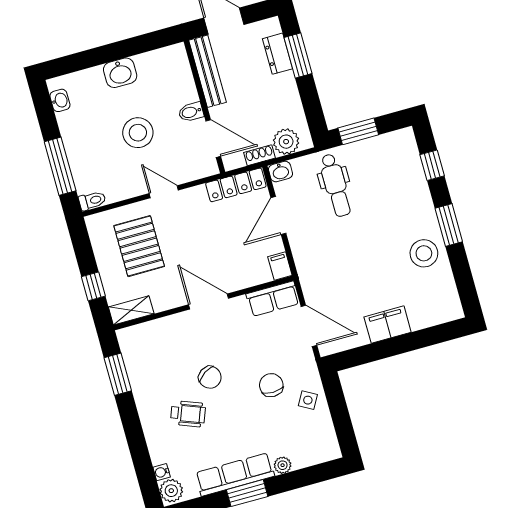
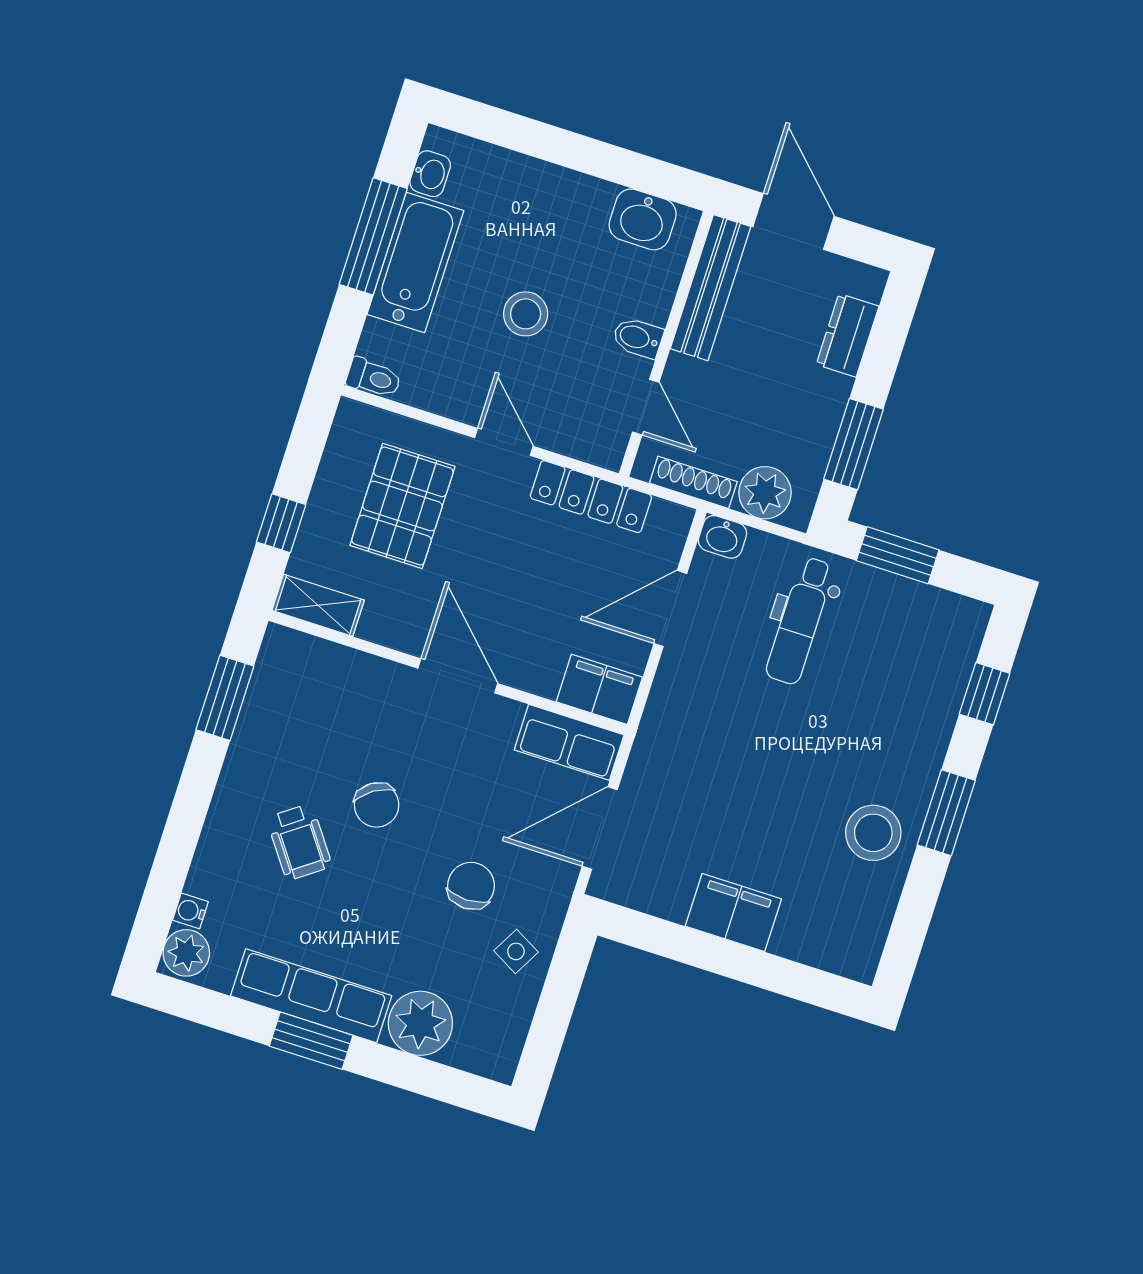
window: (298, 56) -> (854, 444), moved
washbasin: (120, 73) -> (643, 219), moved
stool: (138, 133) -> (526, 314), width x0.73, depth x0.73
door: (213, 139) -> (646, 407), width x0.73
bathtub: (78, 141) -> (415, 262), added
shoe rack: (259, 155) -> (693, 482), width x1.43
window: (60, 166) -> (373, 236), moved
locker: (236, 185) -> (591, 497), moved
filing cabinet: (280, 266) -> (599, 689), width x2.00
door: (309, 326) -> (600, 828), swing flipped
wheelchair: (188, 414) -> (299, 842), turned 33
plant: (283, 465) -> (420, 1023), width x1.87, depth x1.87

